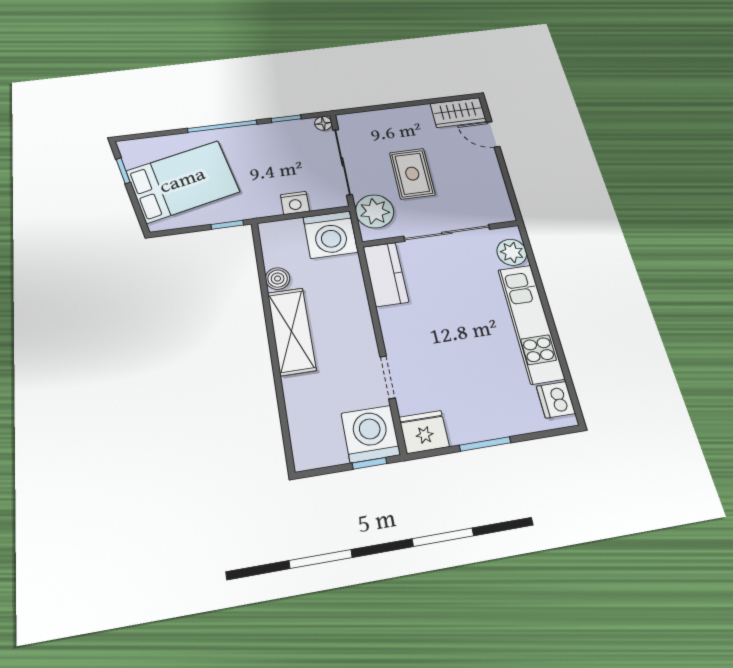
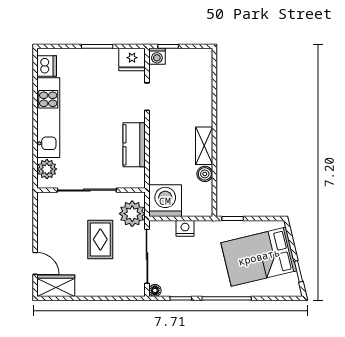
kitchen counter: (386, 274) -> (134, 145), moved
shelving: (292, 331) -> (204, 146), width x0.67, depth x0.75
washing machine: (371, 434) -> (157, 56), width x0.53, depth x0.53

